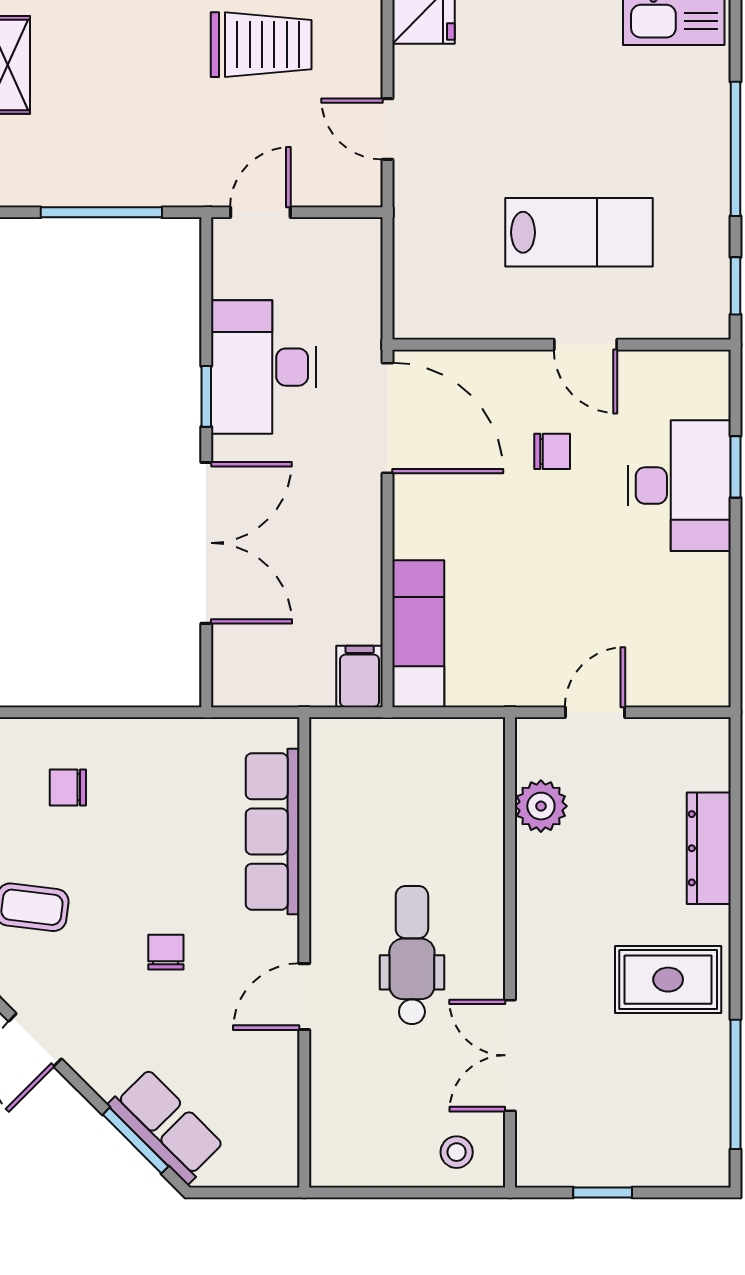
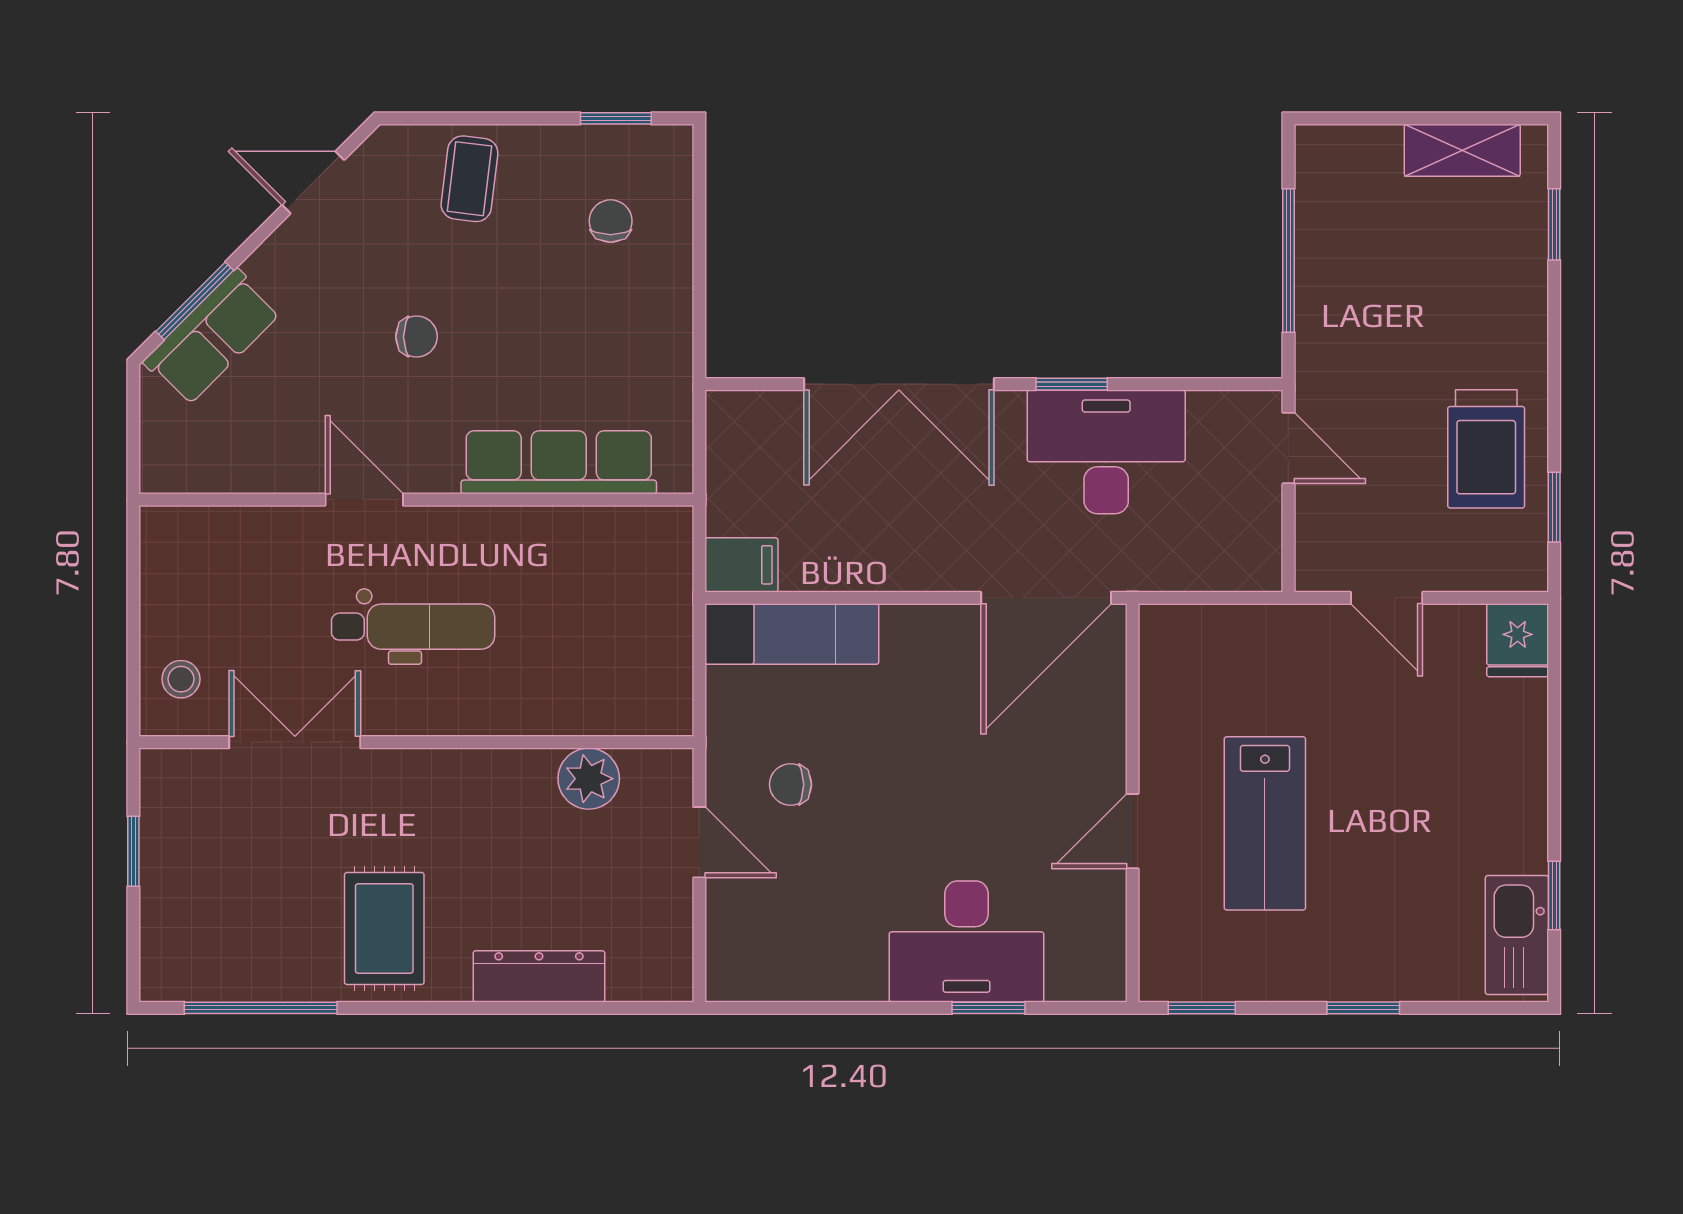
door: (388, 129) -> (1387, 598), swing flipped
window: (735, 149) -> (1363, 1008), width x0.46
chair: (552, 451) -> (791, 784), moved, turned 90

